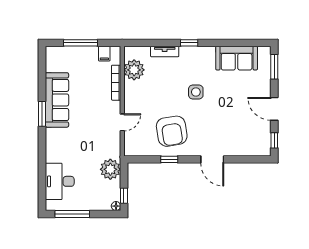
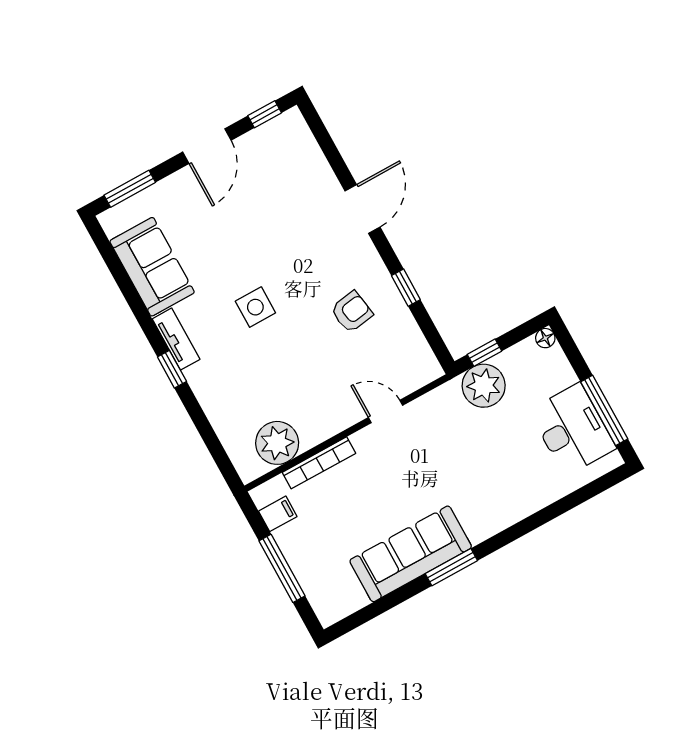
tv unit: (165, 52) -> (176, 339), moved
armchair: (172, 131) -> (352, 312), width x0.53, depth x0.53
desk: (60, 181) -> (572, 429), moved, turned -90
window: (124, 196) -> (485, 353), moved

